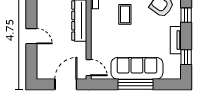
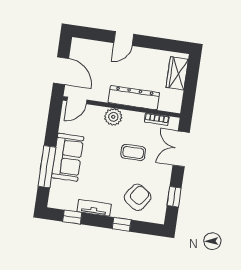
plant: (98, 35) -> (113, 117), added
sofa: (137, 68) -> (68, 157), width x0.73
window: (136, 84) -> (47, 167), moved

